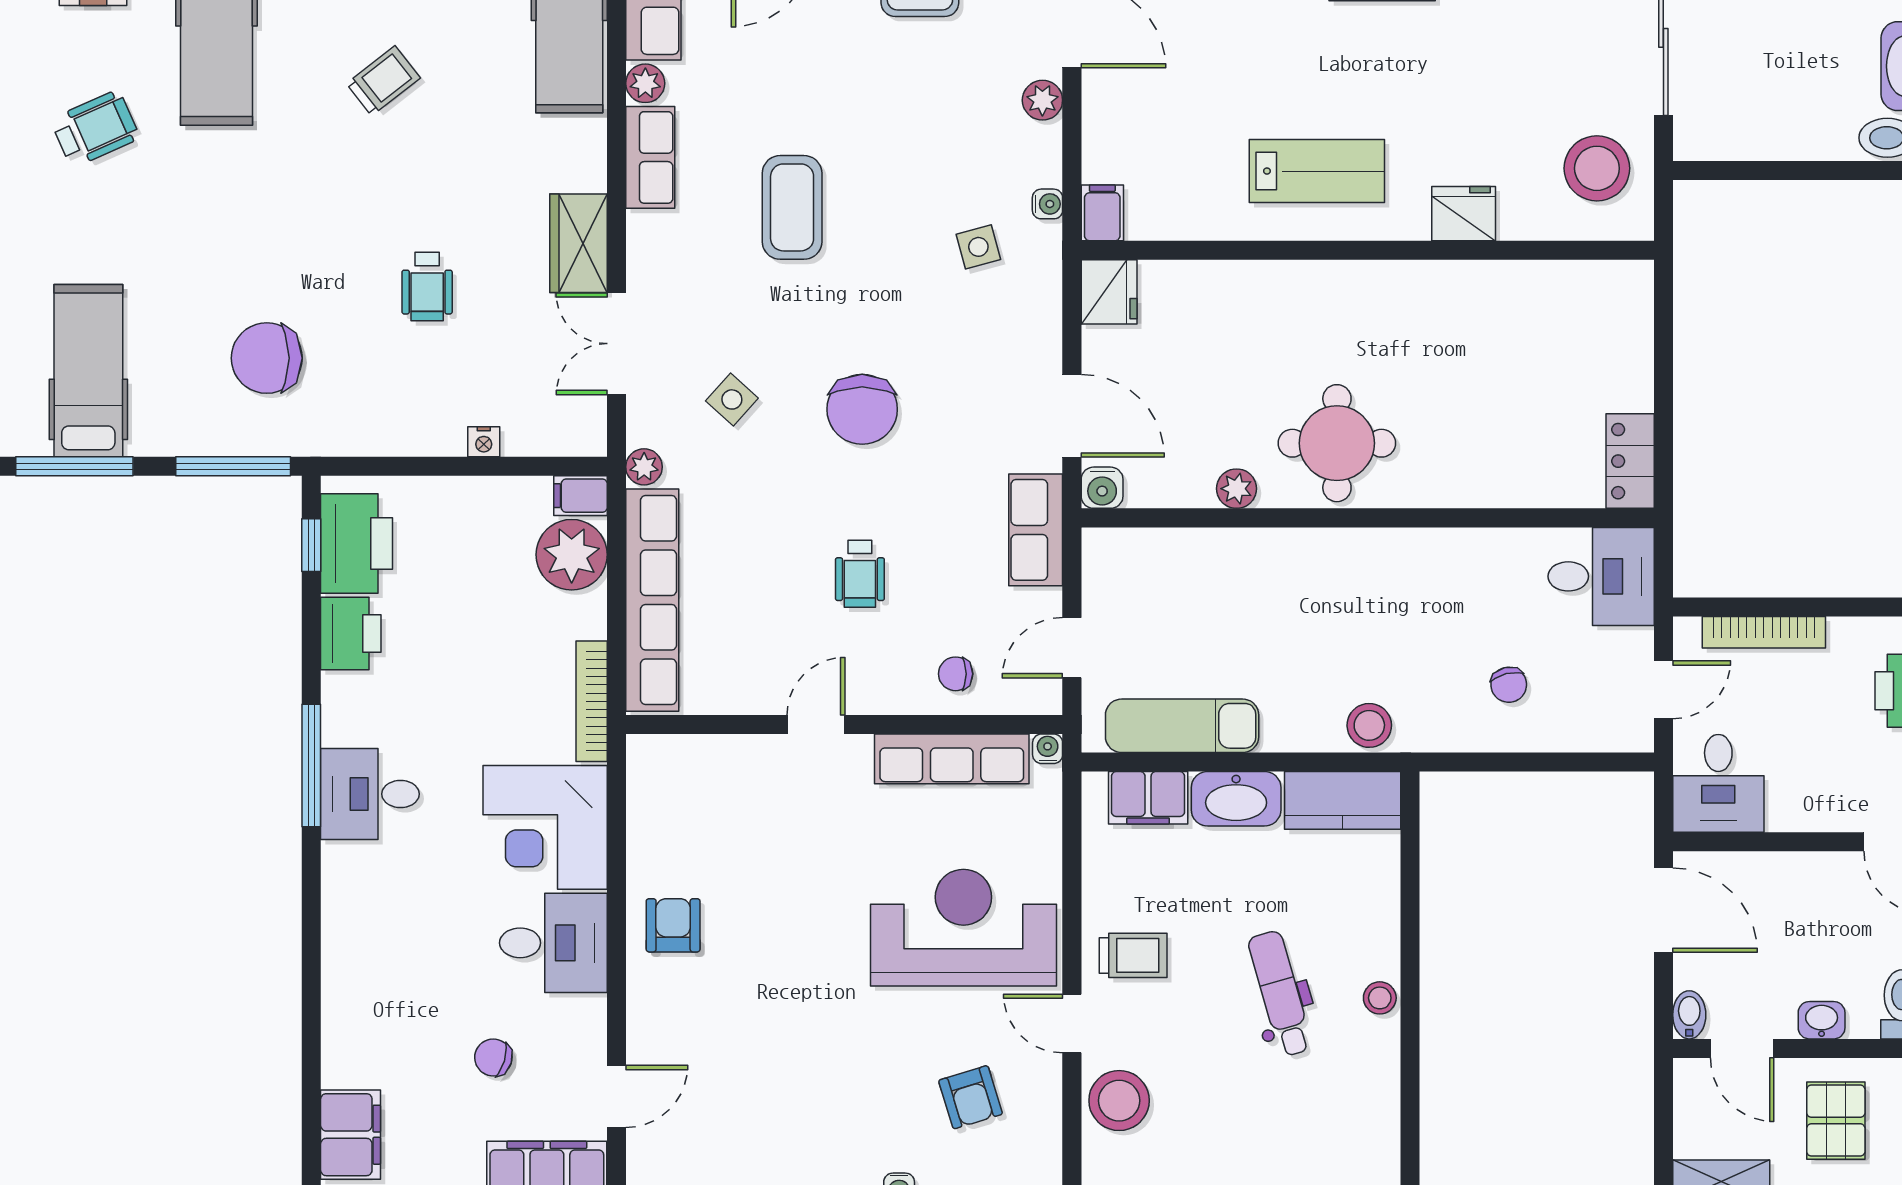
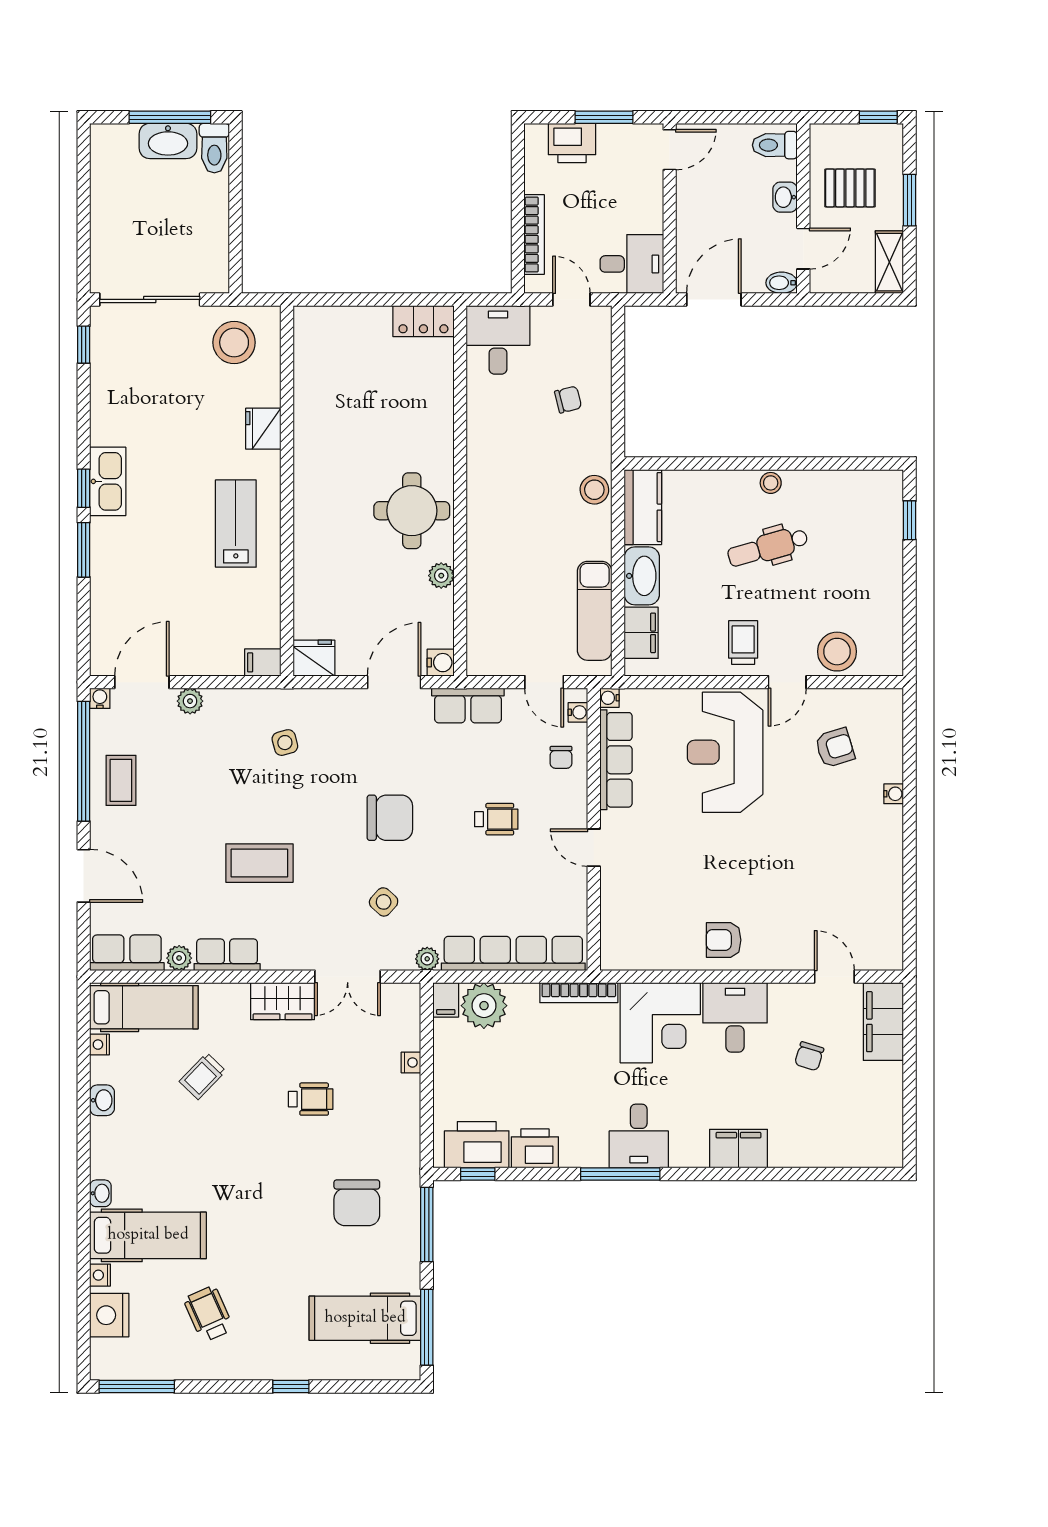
trolley: (383, 81) -> (202, 1076), moved, turned -98
water cooler: (1047, 204) -> (578, 712), moved, turned 90
filing cabinet: (351, 1135) -> (738, 1149), moved

